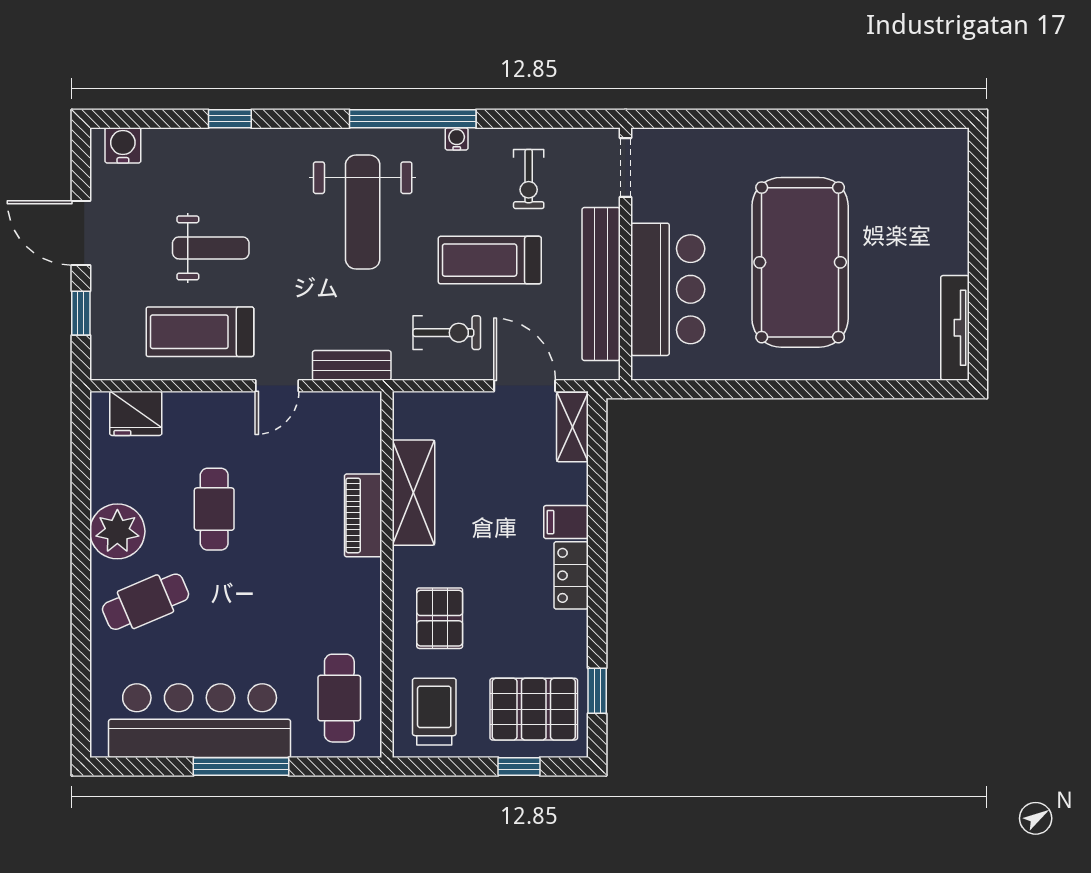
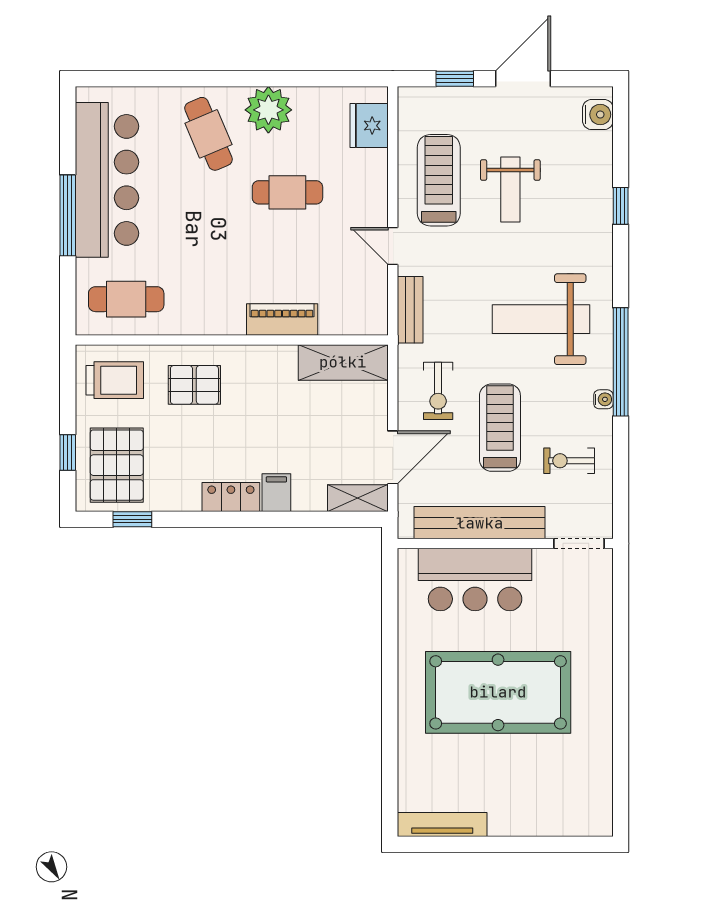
shelving: (413, 493) -> (343, 362), moved

